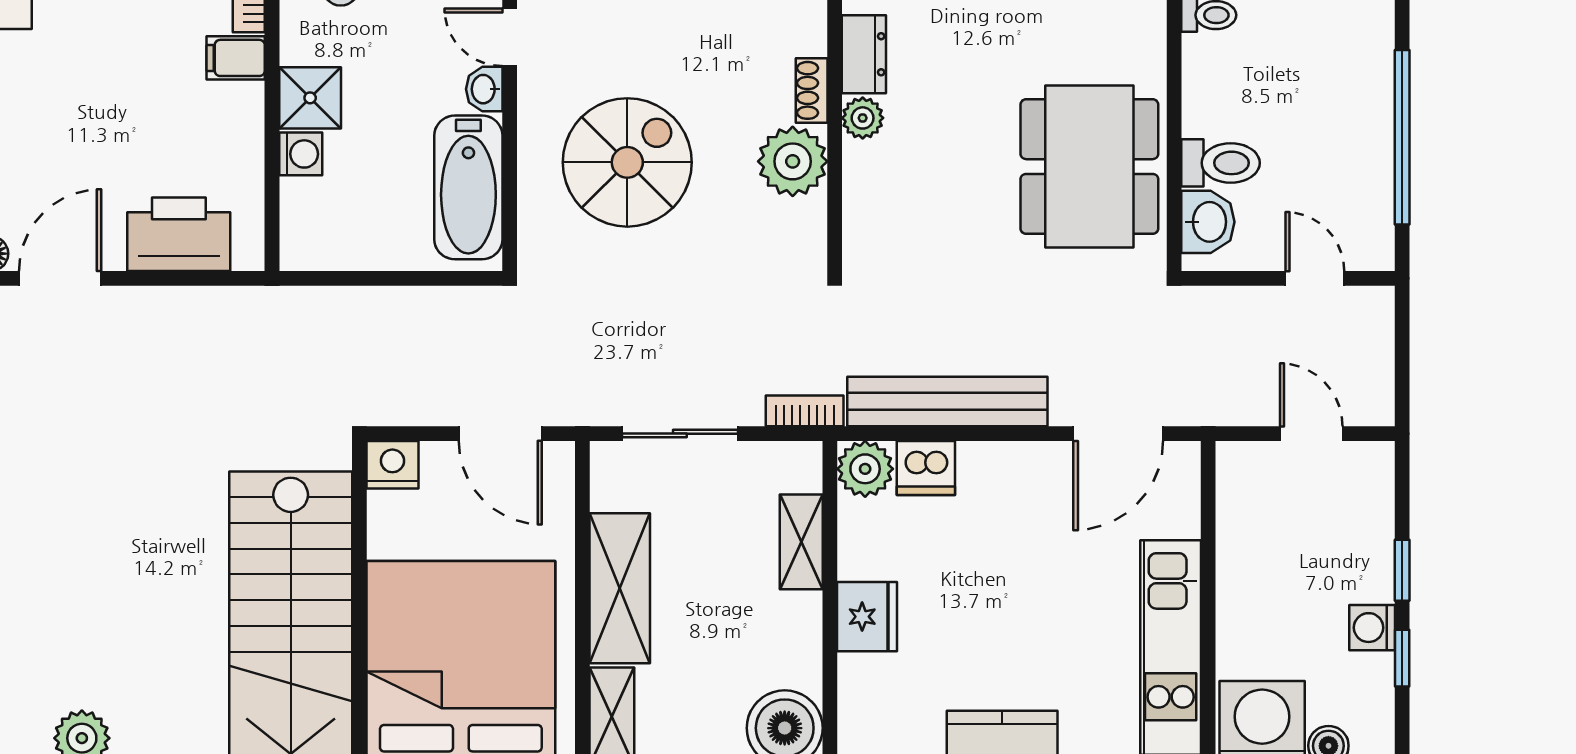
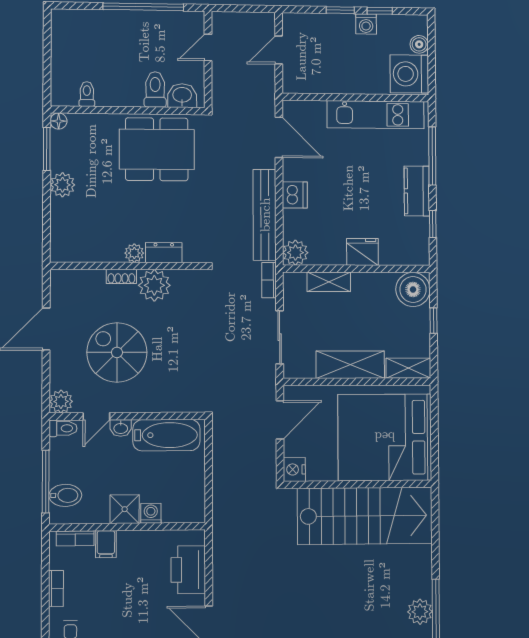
dresser: (864, 54) -> (164, 253), moved
spiral stairs: (627, 162) -> (117, 352), moved
dishwasher: (926, 468) -> (295, 195), moved

